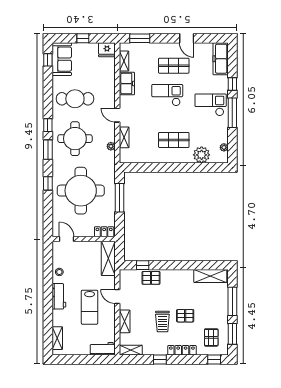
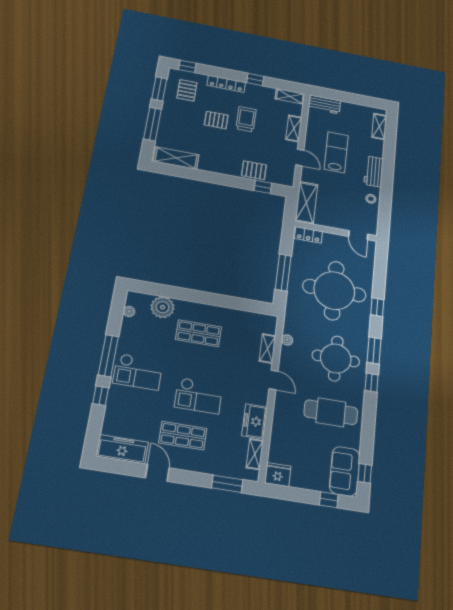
window: (83, 38) -> (329, 500), moved
freezer: (221, 59) -> (122, 449), moved, turned -90

